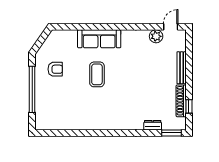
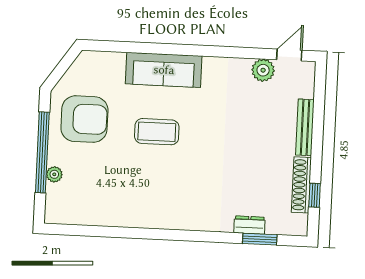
armchair: (55, 69) -> (84, 119), width x1.88, depth x1.88
coffee table: (97, 74) -> (157, 132), turned 90
plant: (40, 102) -> (54, 174), added
window: (171, 133) -> (260, 239), moved

